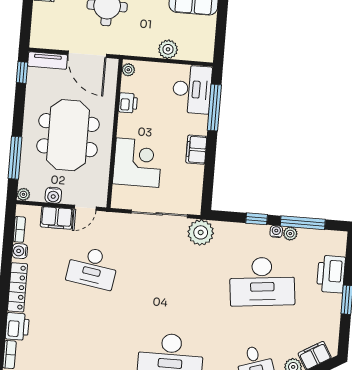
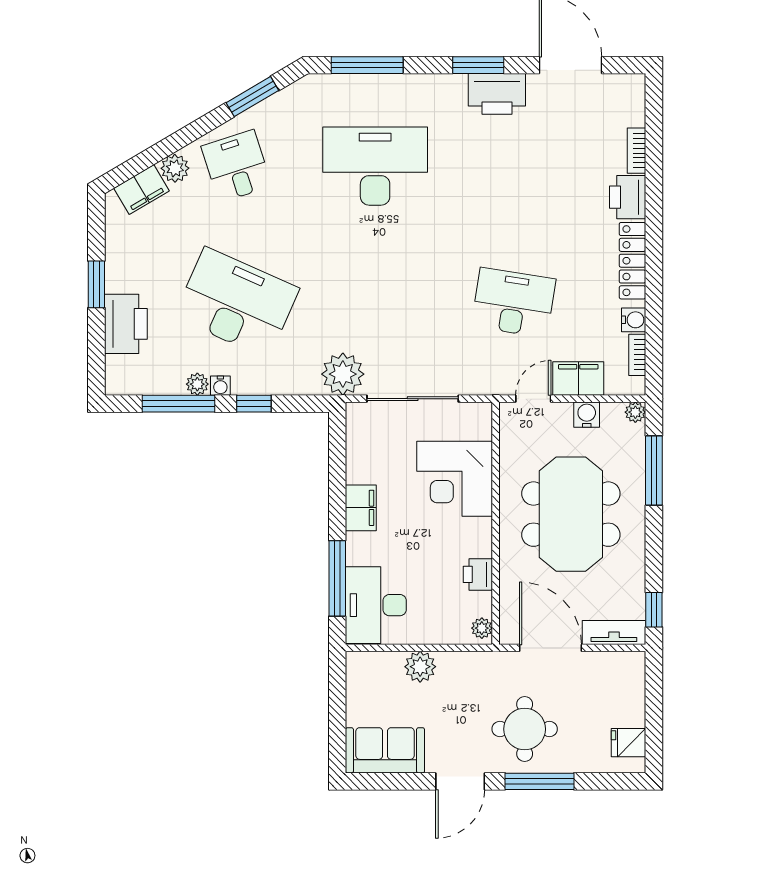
desk: (262, 282) -> (237, 303), turned 30

